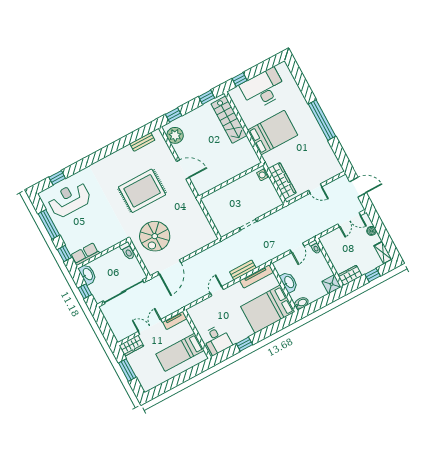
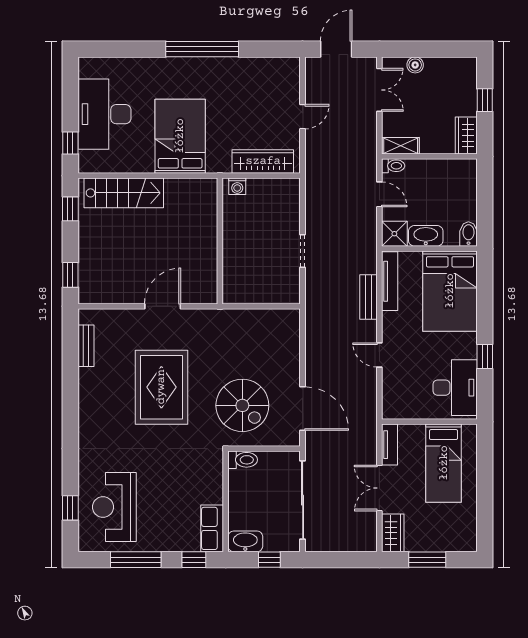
plant: (175, 135) -> (103, 290), removed
shelving: (383, 253) -> (401, 146), moved
shower: (331, 284) -> (394, 234), moved
desk: (217, 340) -> (455, 388), width x1.37

